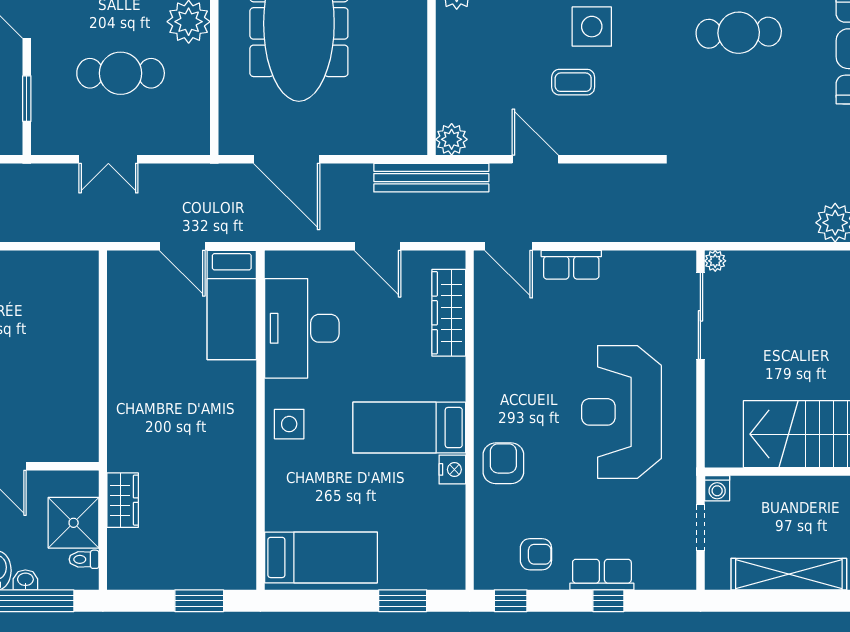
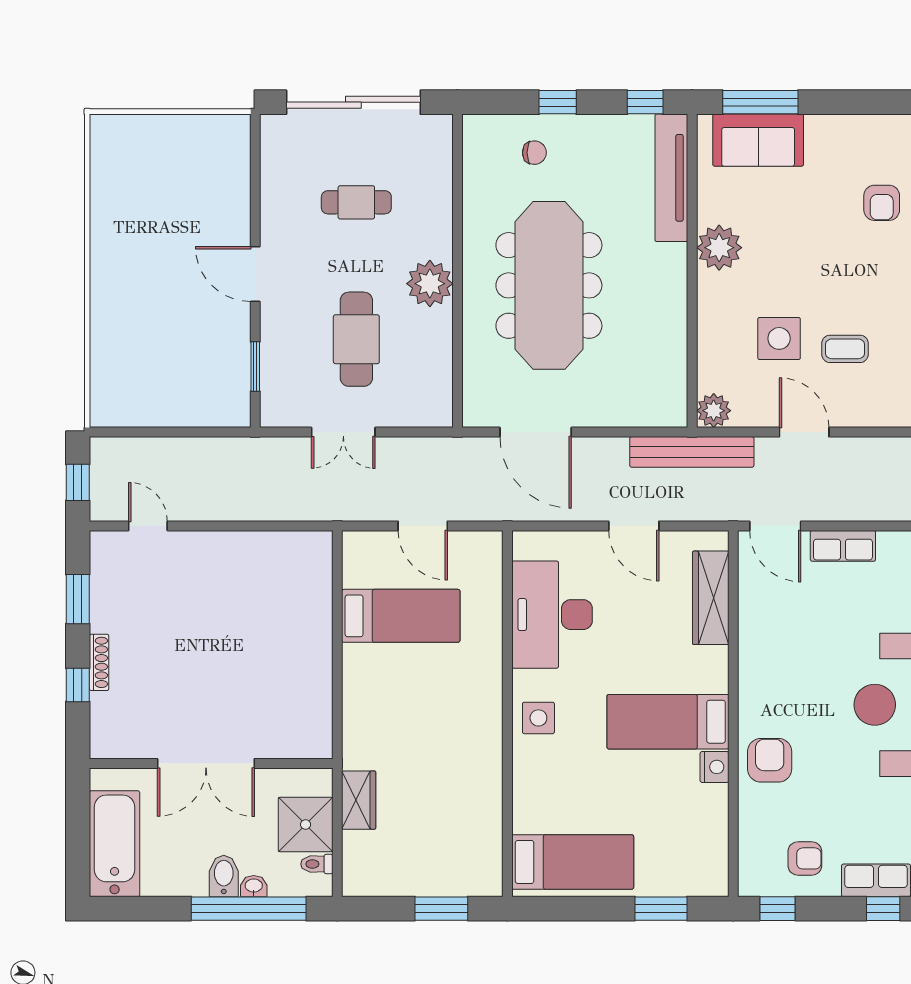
side table: (592, 27) -> (779, 338), moved
cafe table: (121, 73) -> (356, 339), turned 90
bed: (232, 305) -> (401, 616), moved, turned -90

